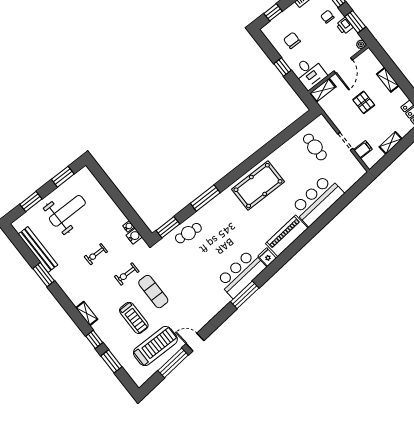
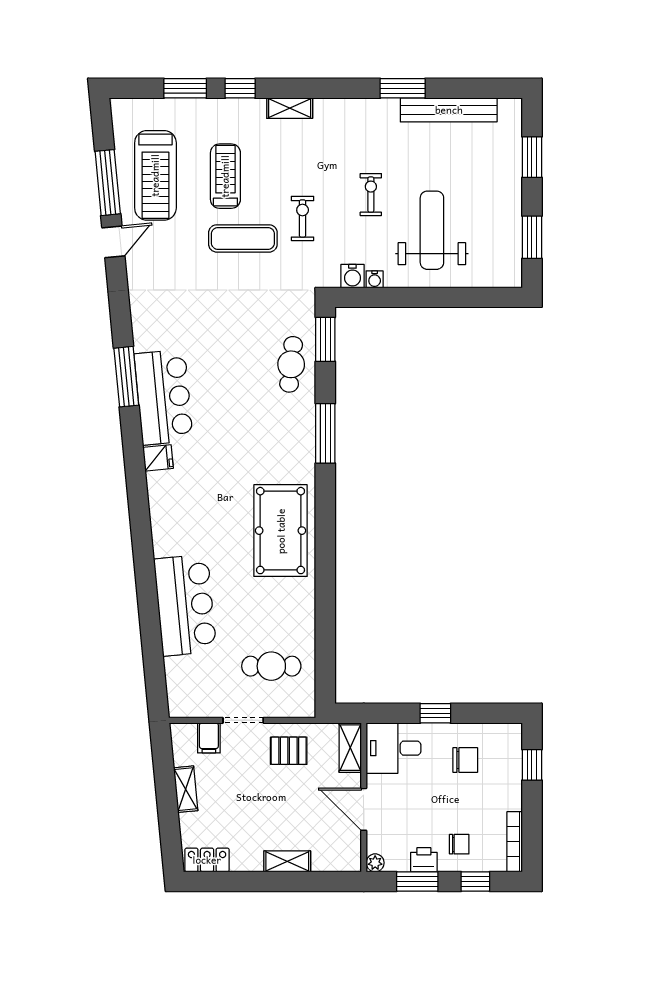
pallet: (364, 102) -> (289, 751), moved
weight bench: (67, 211) -> (432, 230), moved, turned 180
piano: (287, 236) -> (167, 514), removed
treadmill: (134, 318) -> (225, 176), turned 90

